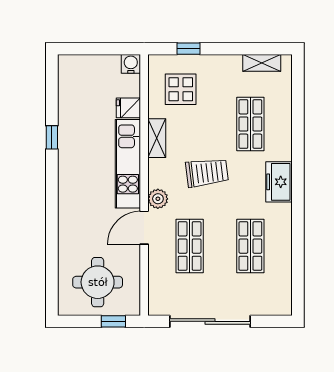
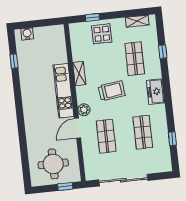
water cooler: (131, 64) -> (27, 34), moved
display table: (181, 89) -> (102, 34), moved
fridge: (128, 108) -> (60, 57), removed
window: (298, 118) -> (163, 52), added
window: (52, 137) -> (14, 61), moved
window: (298, 262) -> (172, 139), added

